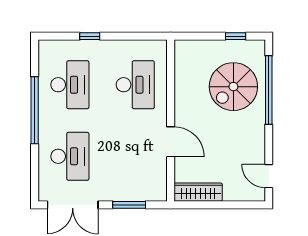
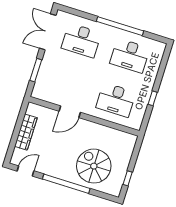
window: (90, 36) -> (153, 98), moved
window: (269, 90) -> (66, 184), moved
wardrobe: (198, 192) -> (26, 132), moved

